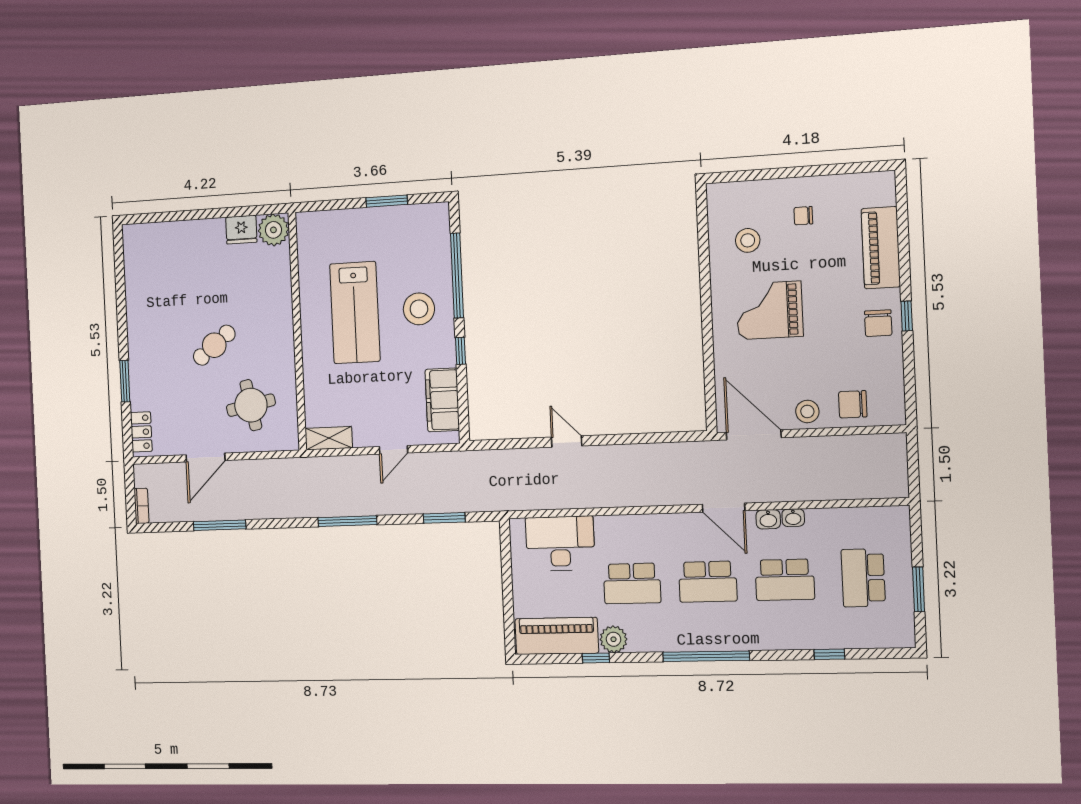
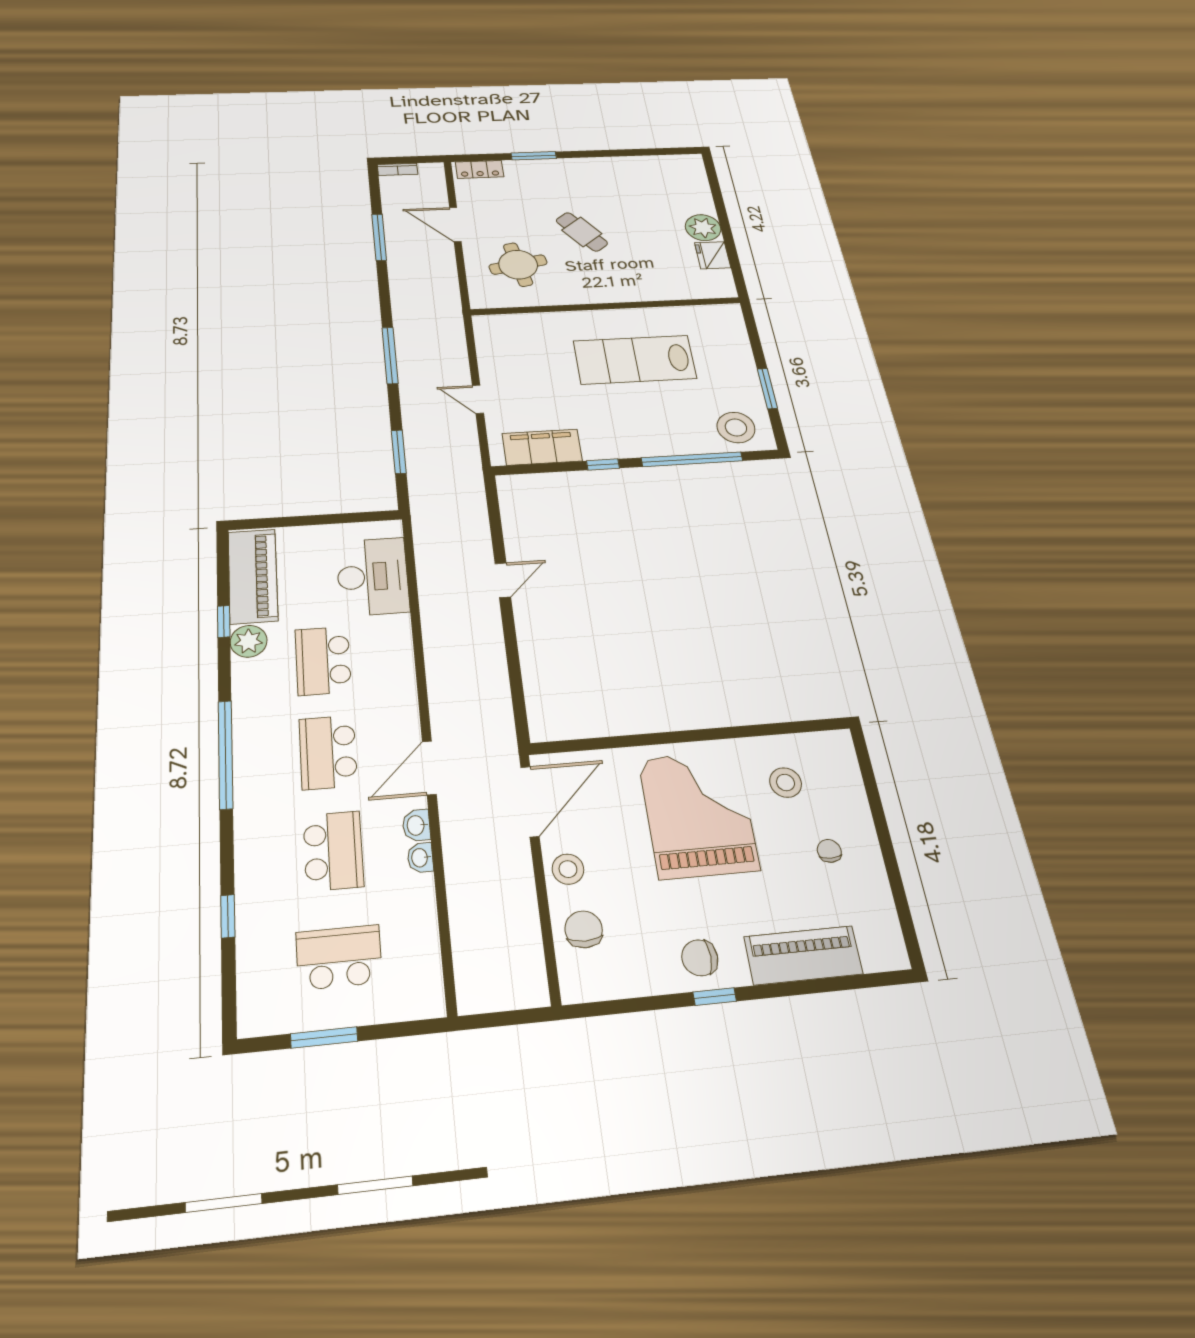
plant: (273, 230) -> (703, 228), moved
stool: (419, 309) -> (736, 428), moved
grand piano: (769, 310) -> (698, 814), width x1.37, depth x1.48
shelving: (329, 438) -> (487, 337), removed
school desk: (785, 580) -> (333, 851), turned 180

